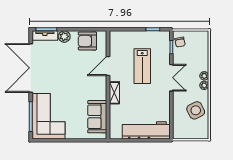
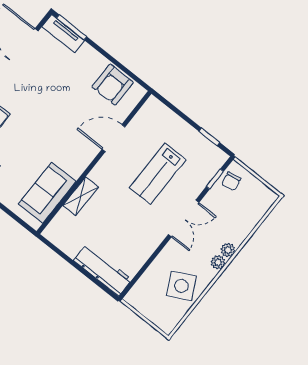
plant: (64, 36) -> (87, 55), removed
armchair: (87, 41) -> (113, 85), turned -90
shelving: (114, 93) -> (81, 196), moved
workbench: (146, 130) -> (103, 270), width x0.73, depth x0.76

